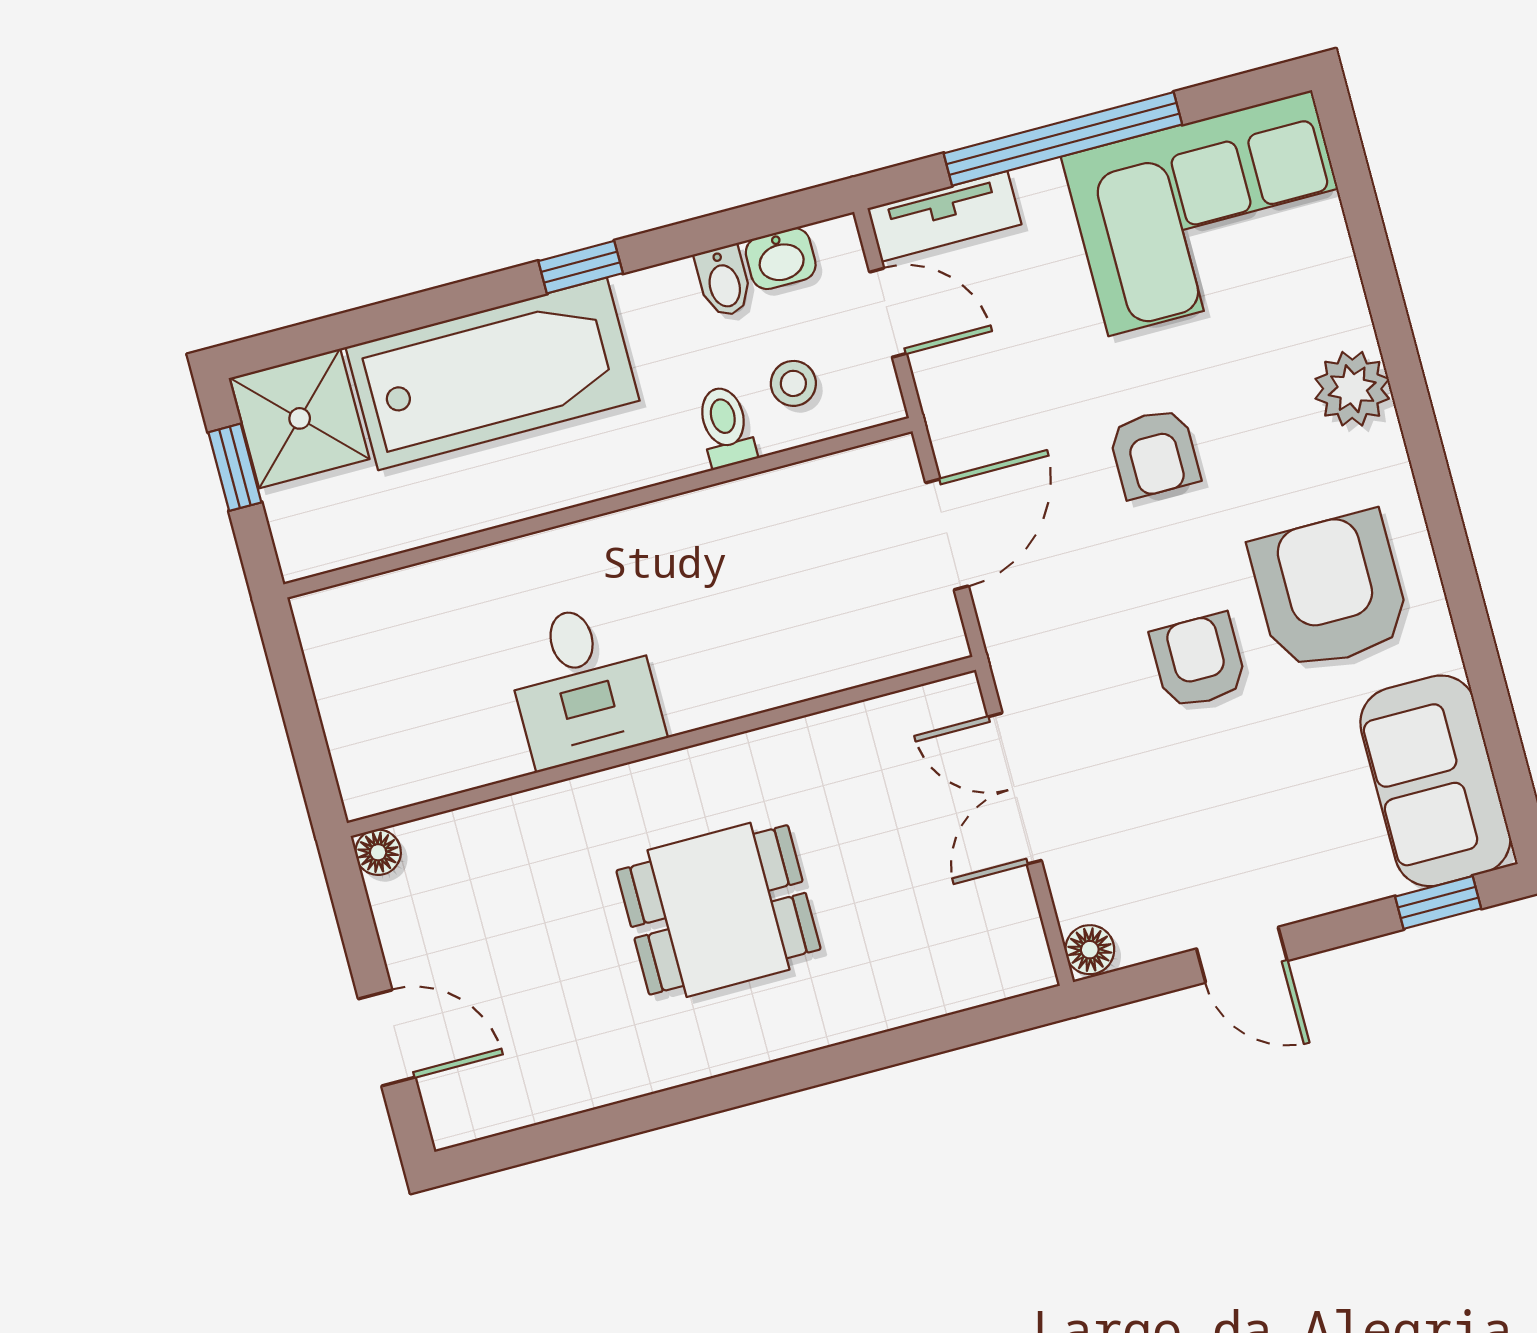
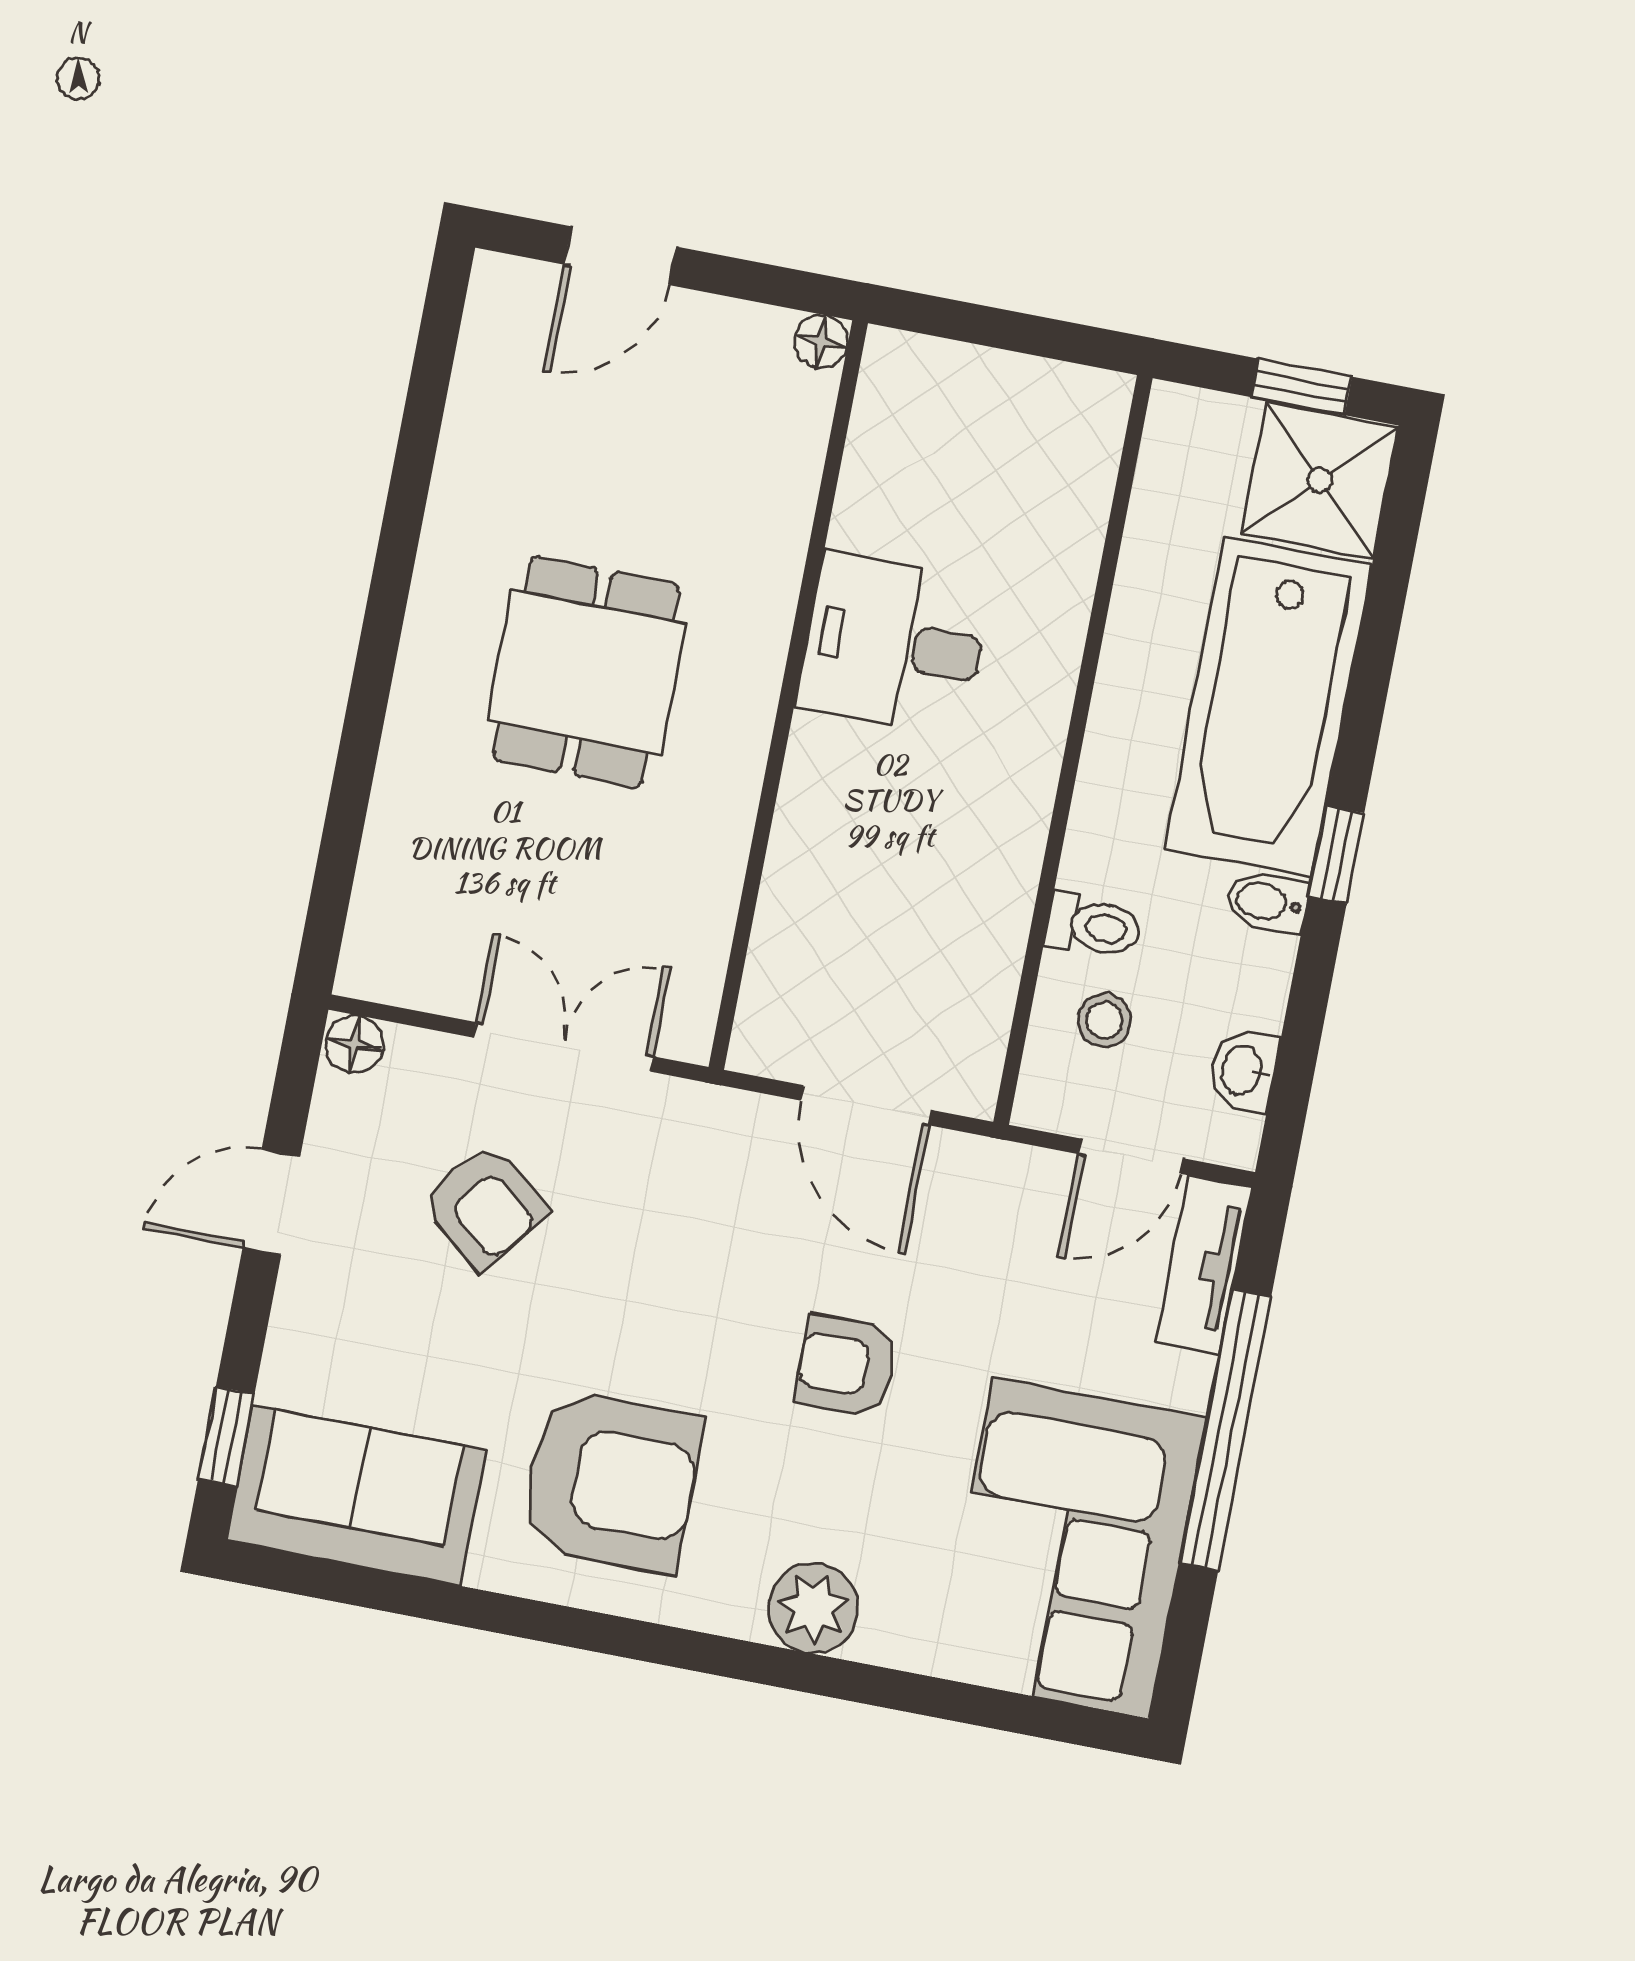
bidet: (724, 281) -> (1267, 902), moved
armchair: (1198, 661) -> (485, 1206), moved, turned 39

